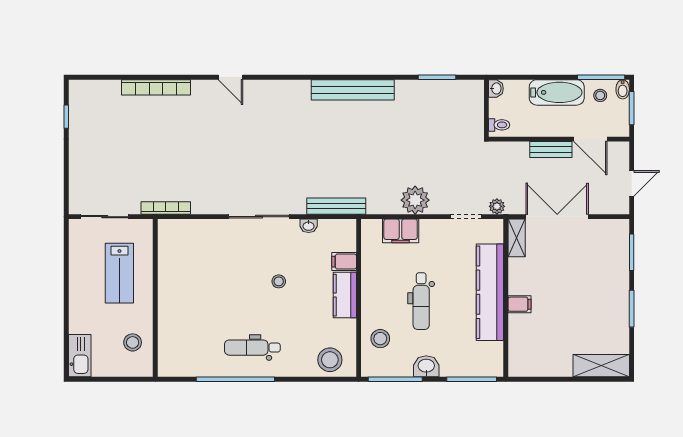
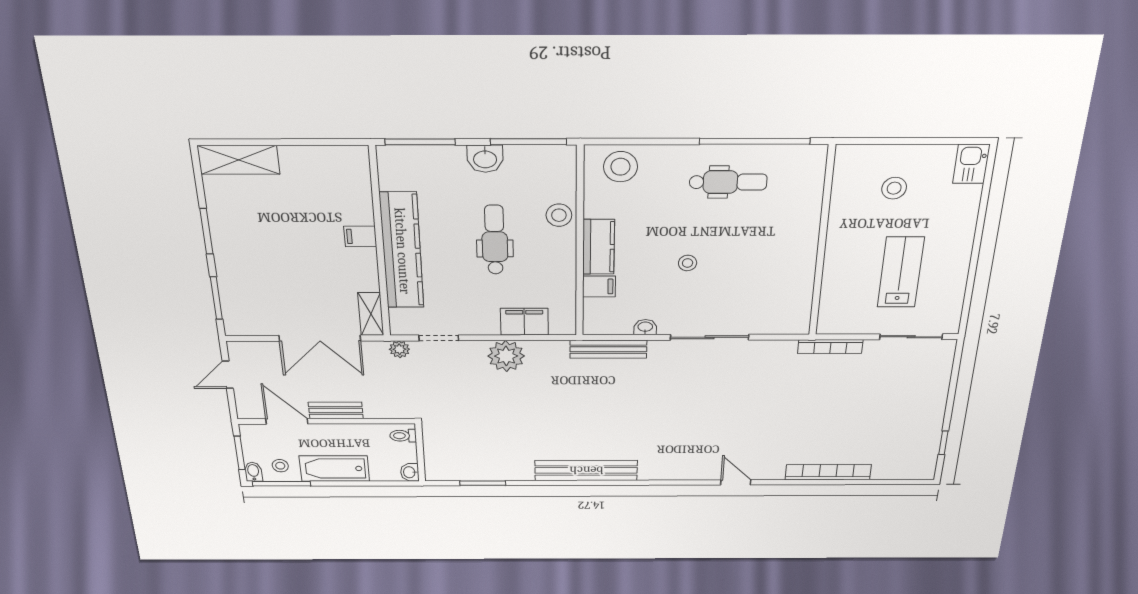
wall: (155, 298) -> (822, 243), moved
stool: (380, 339) -> (559, 215), moved
kitchen sink: (80, 356) -> (971, 164), width x0.73

